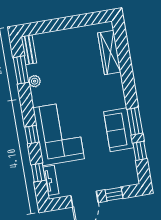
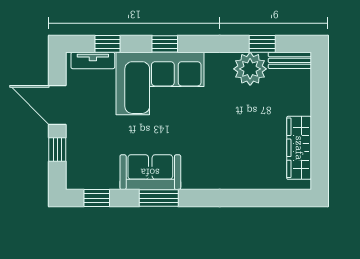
wardrobe: (109, 52) -> (299, 148), moved, turned -90
window: (21, 70) -> (262, 44), width x0.67
plant: (35, 81) -> (250, 69), width x1.87, depth x1.87
window: (140, 151) -> (97, 198), moved

